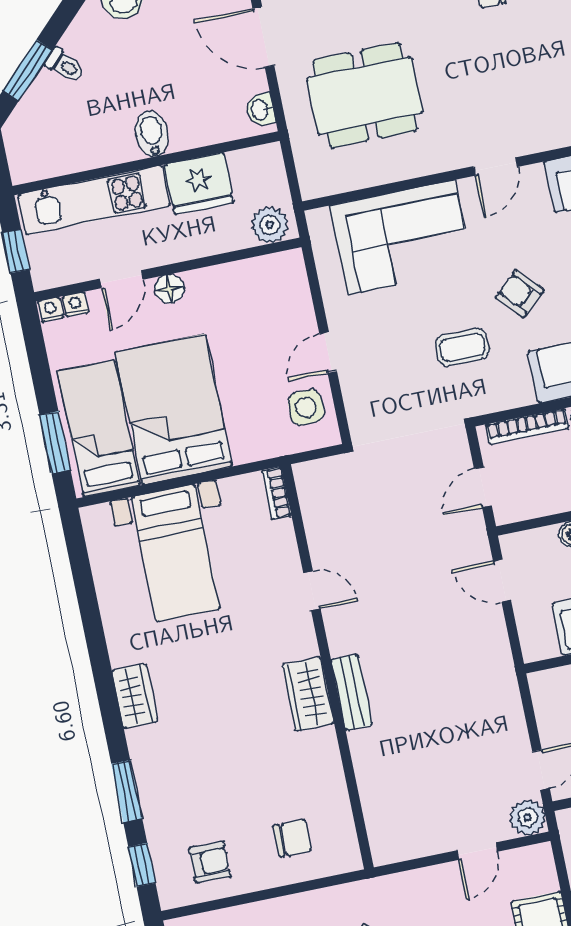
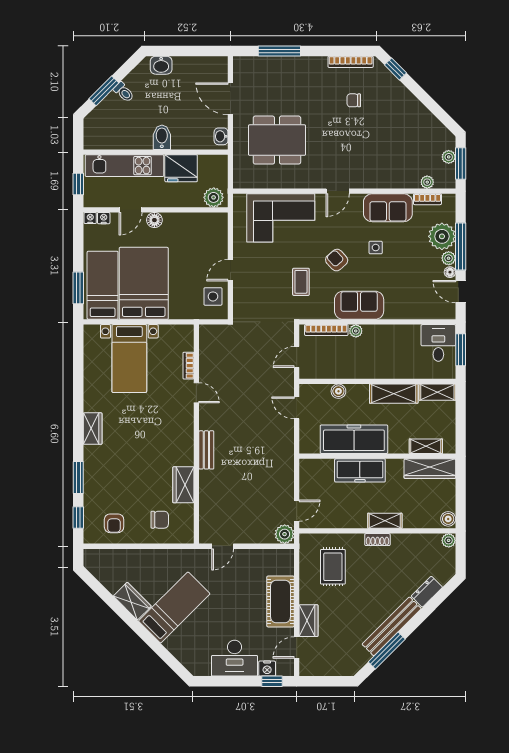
coffee table: (462, 347) -> (301, 282), turned 90
bookcase: (277, 493) -> (188, 366), moved
wardrobe: (308, 694) -> (183, 485), moved
door: (477, 851) -> (223, 546), moved
armchair: (210, 862) -> (114, 523), turned 90

